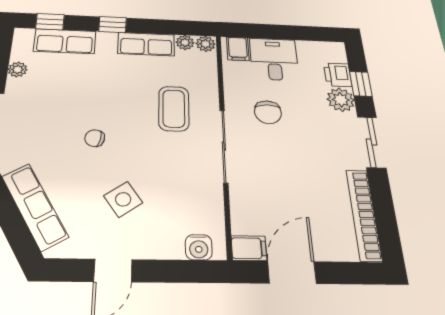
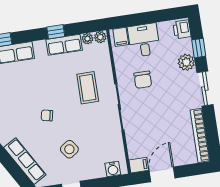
window: (113, 25) -> (56, 32), moved
printer: (338, 75) -> (182, 29), moved

